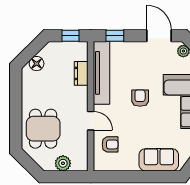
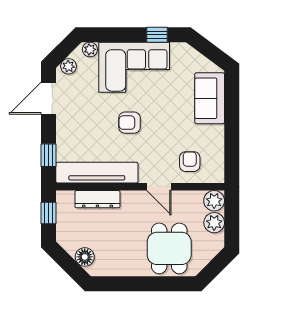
dresser: (81, 73) -> (97, 199), width x1.44
door: (91, 121) -> (159, 187), swing flipped
dining table: (43, 129) -> (169, 248), turned 90
plant: (80, 163) -> (214, 201), added

